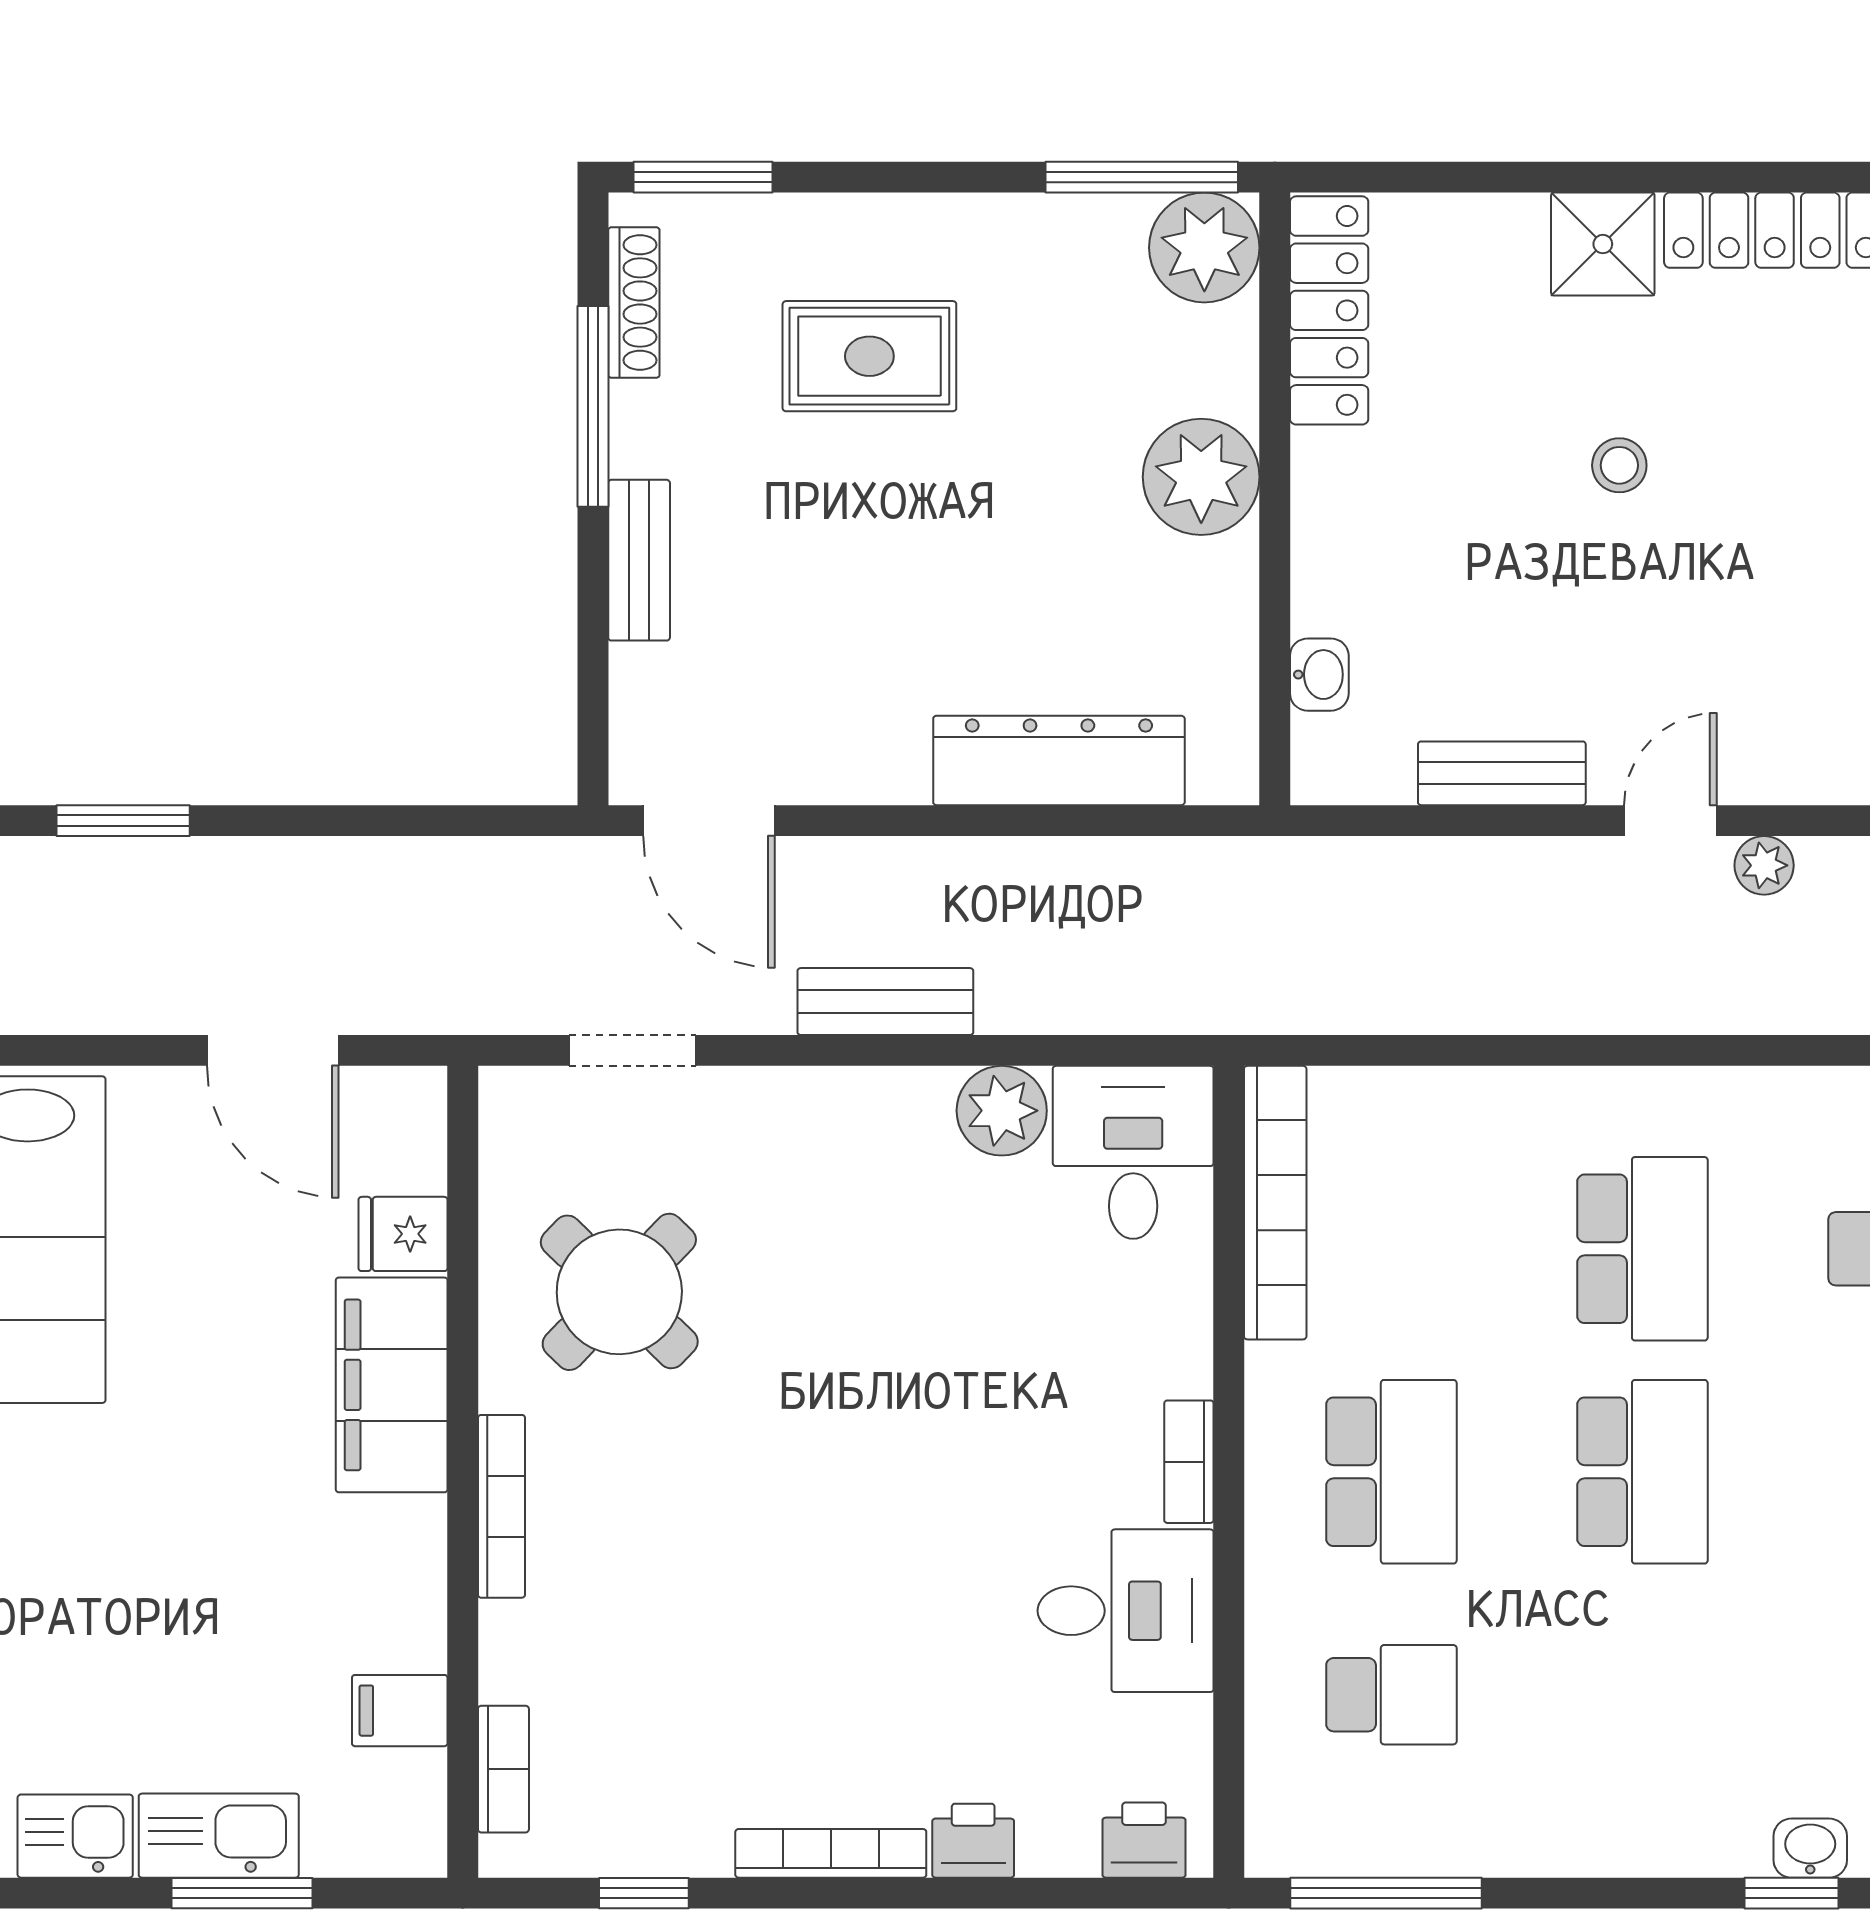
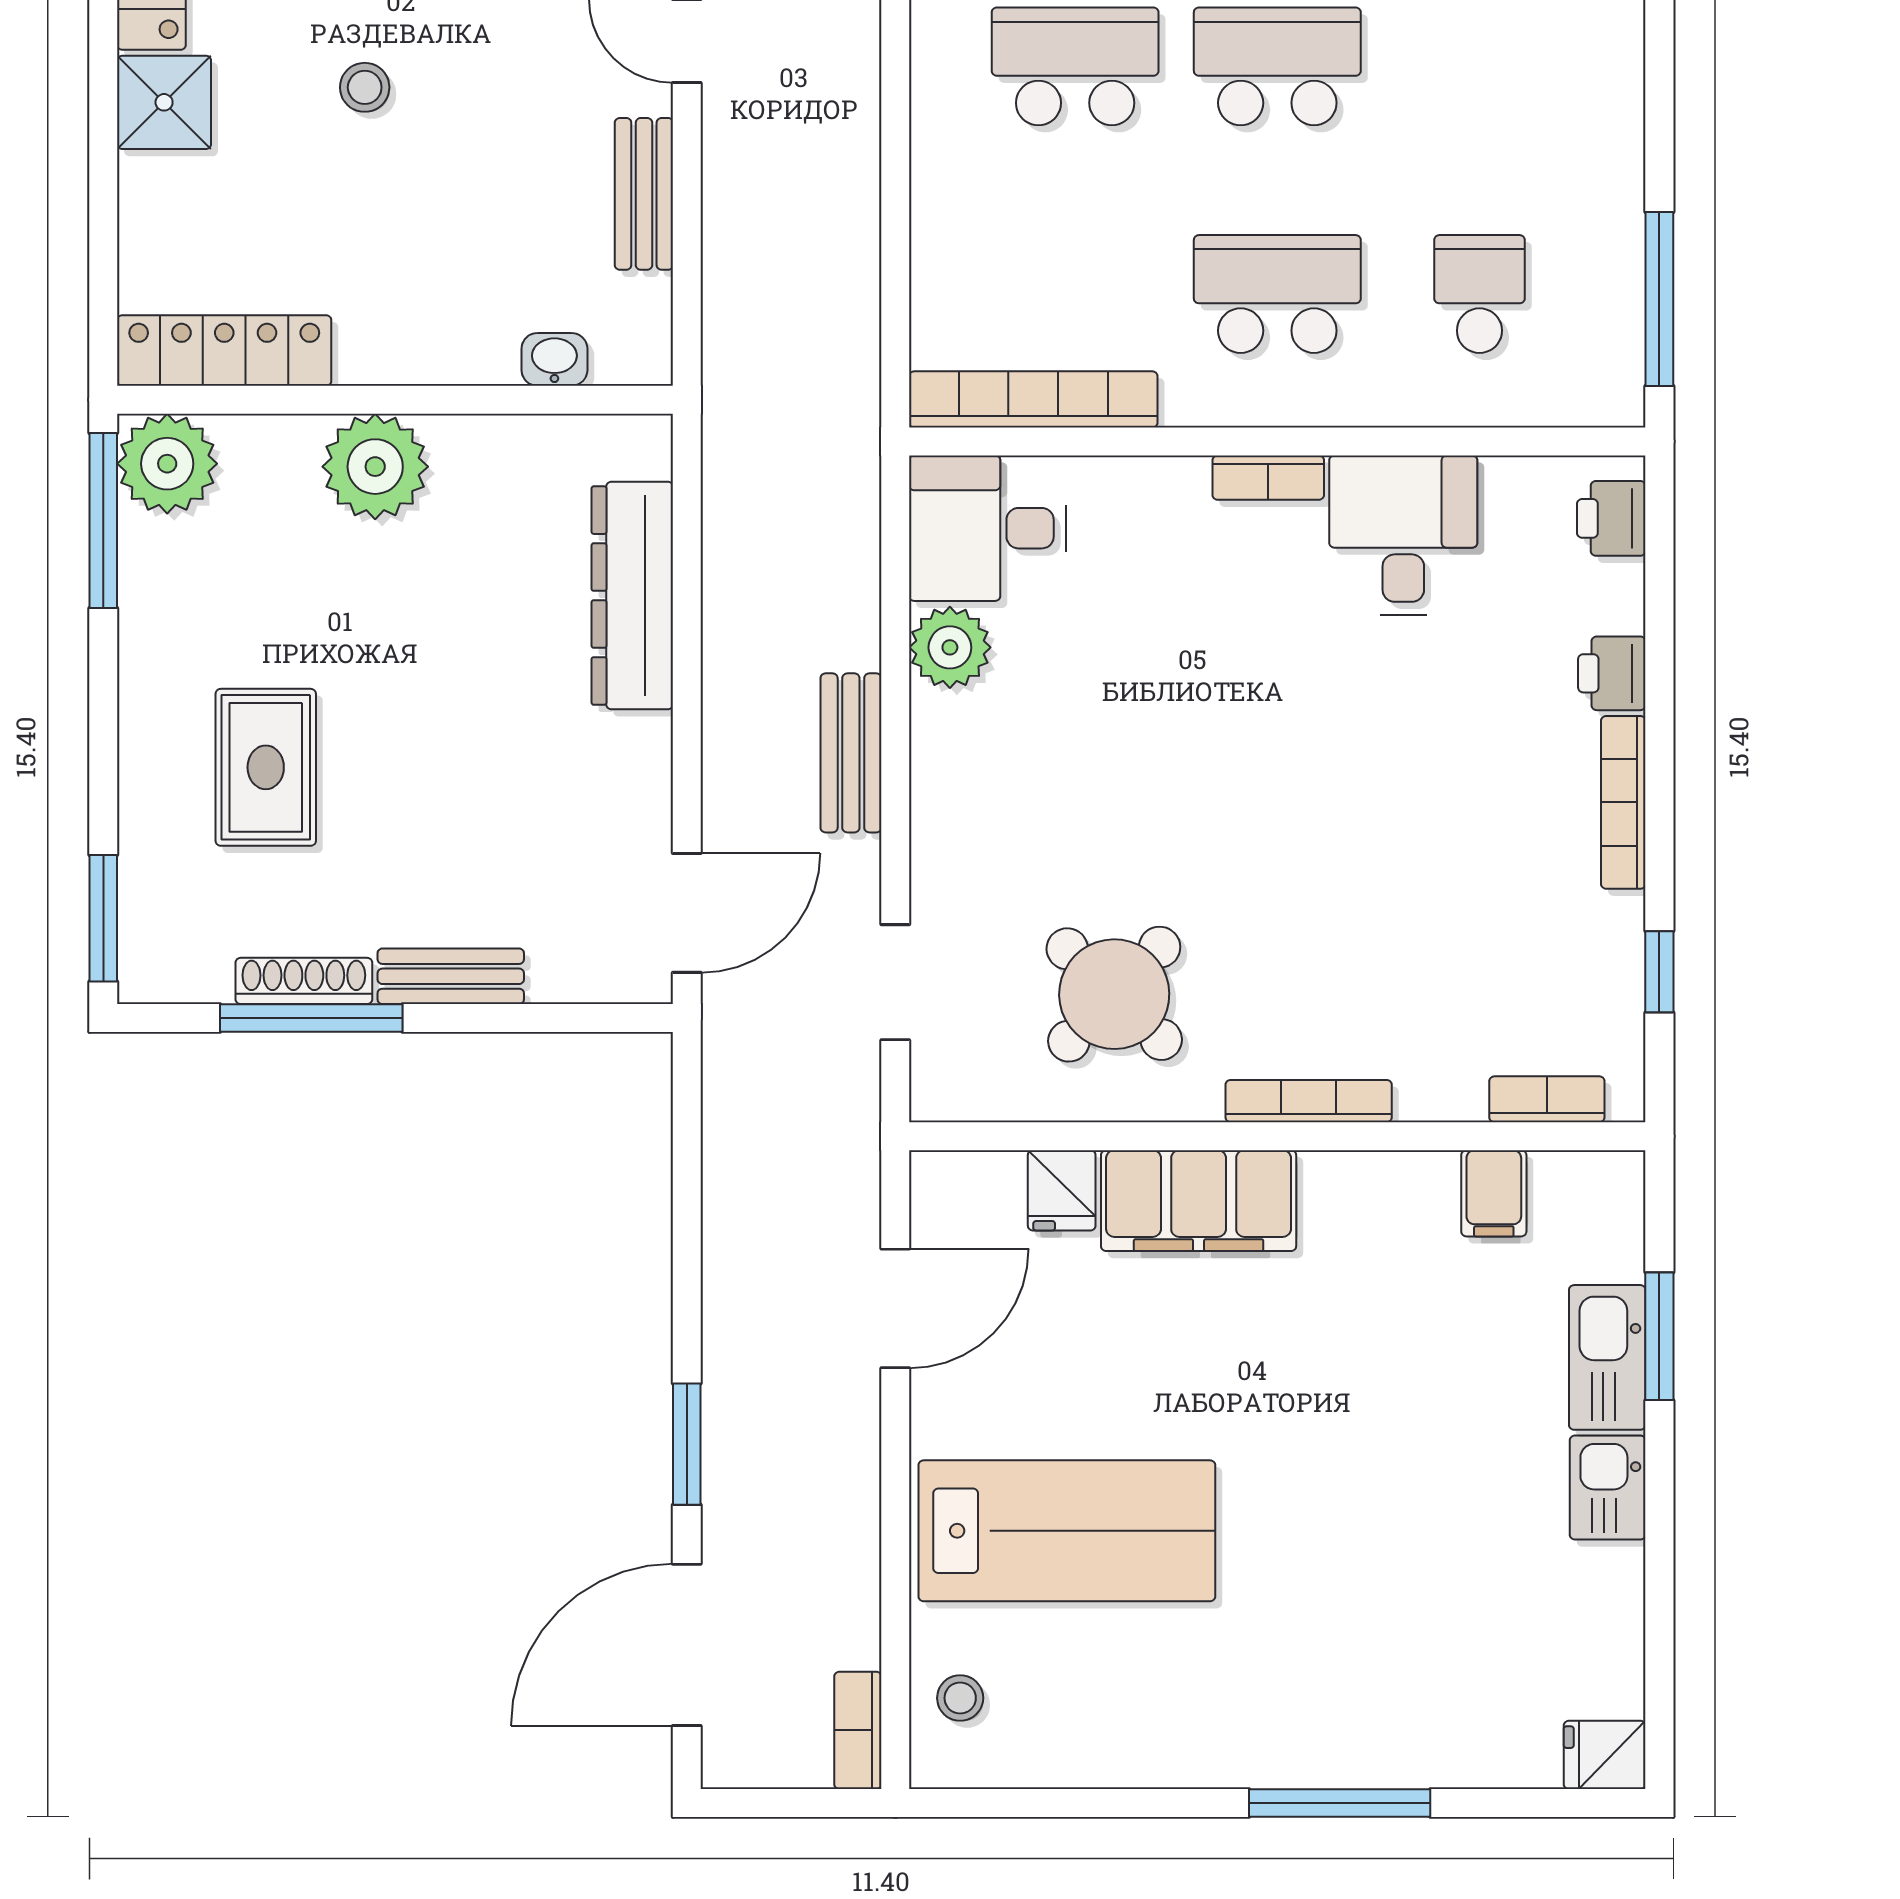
shoe rack: (634, 303) -> (304, 981), moved

